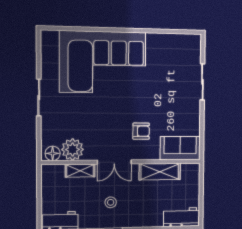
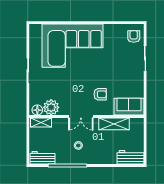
armchair: (187, 51) -> (134, 36), added
shelving: (80, 171) -> (41, 122), moved

